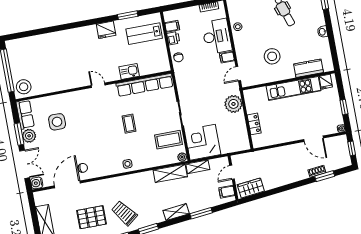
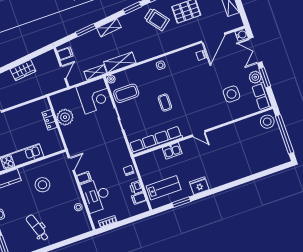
plant: (233, 104) -> (65, 117), moved
wardrobe: (251, 188) -> (23, 70), moved

